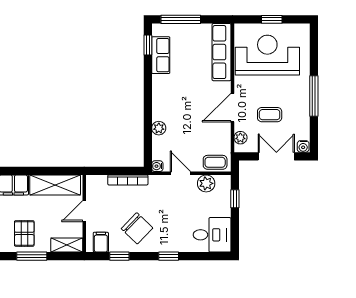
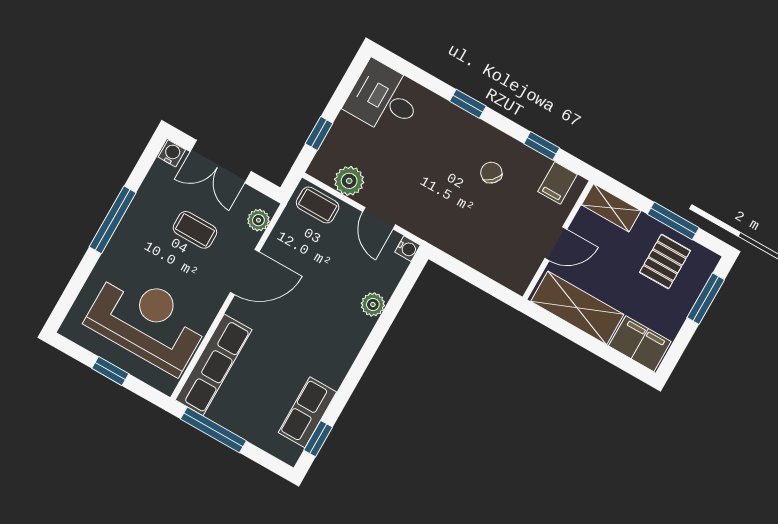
window: (181, 19) -> (213, 430), moved
reception desk: (267, 55) -> (147, 321), turned 180
bookcase: (128, 180) -> (464, 253), removed
chair: (137, 228) -> (491, 173), width x0.54, depth x0.54

